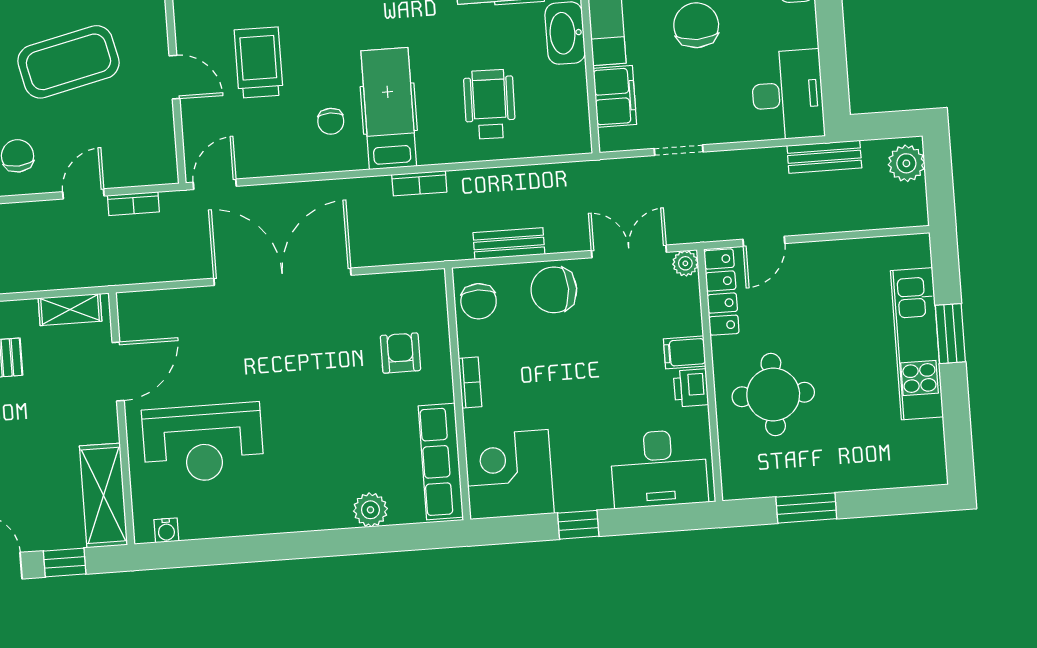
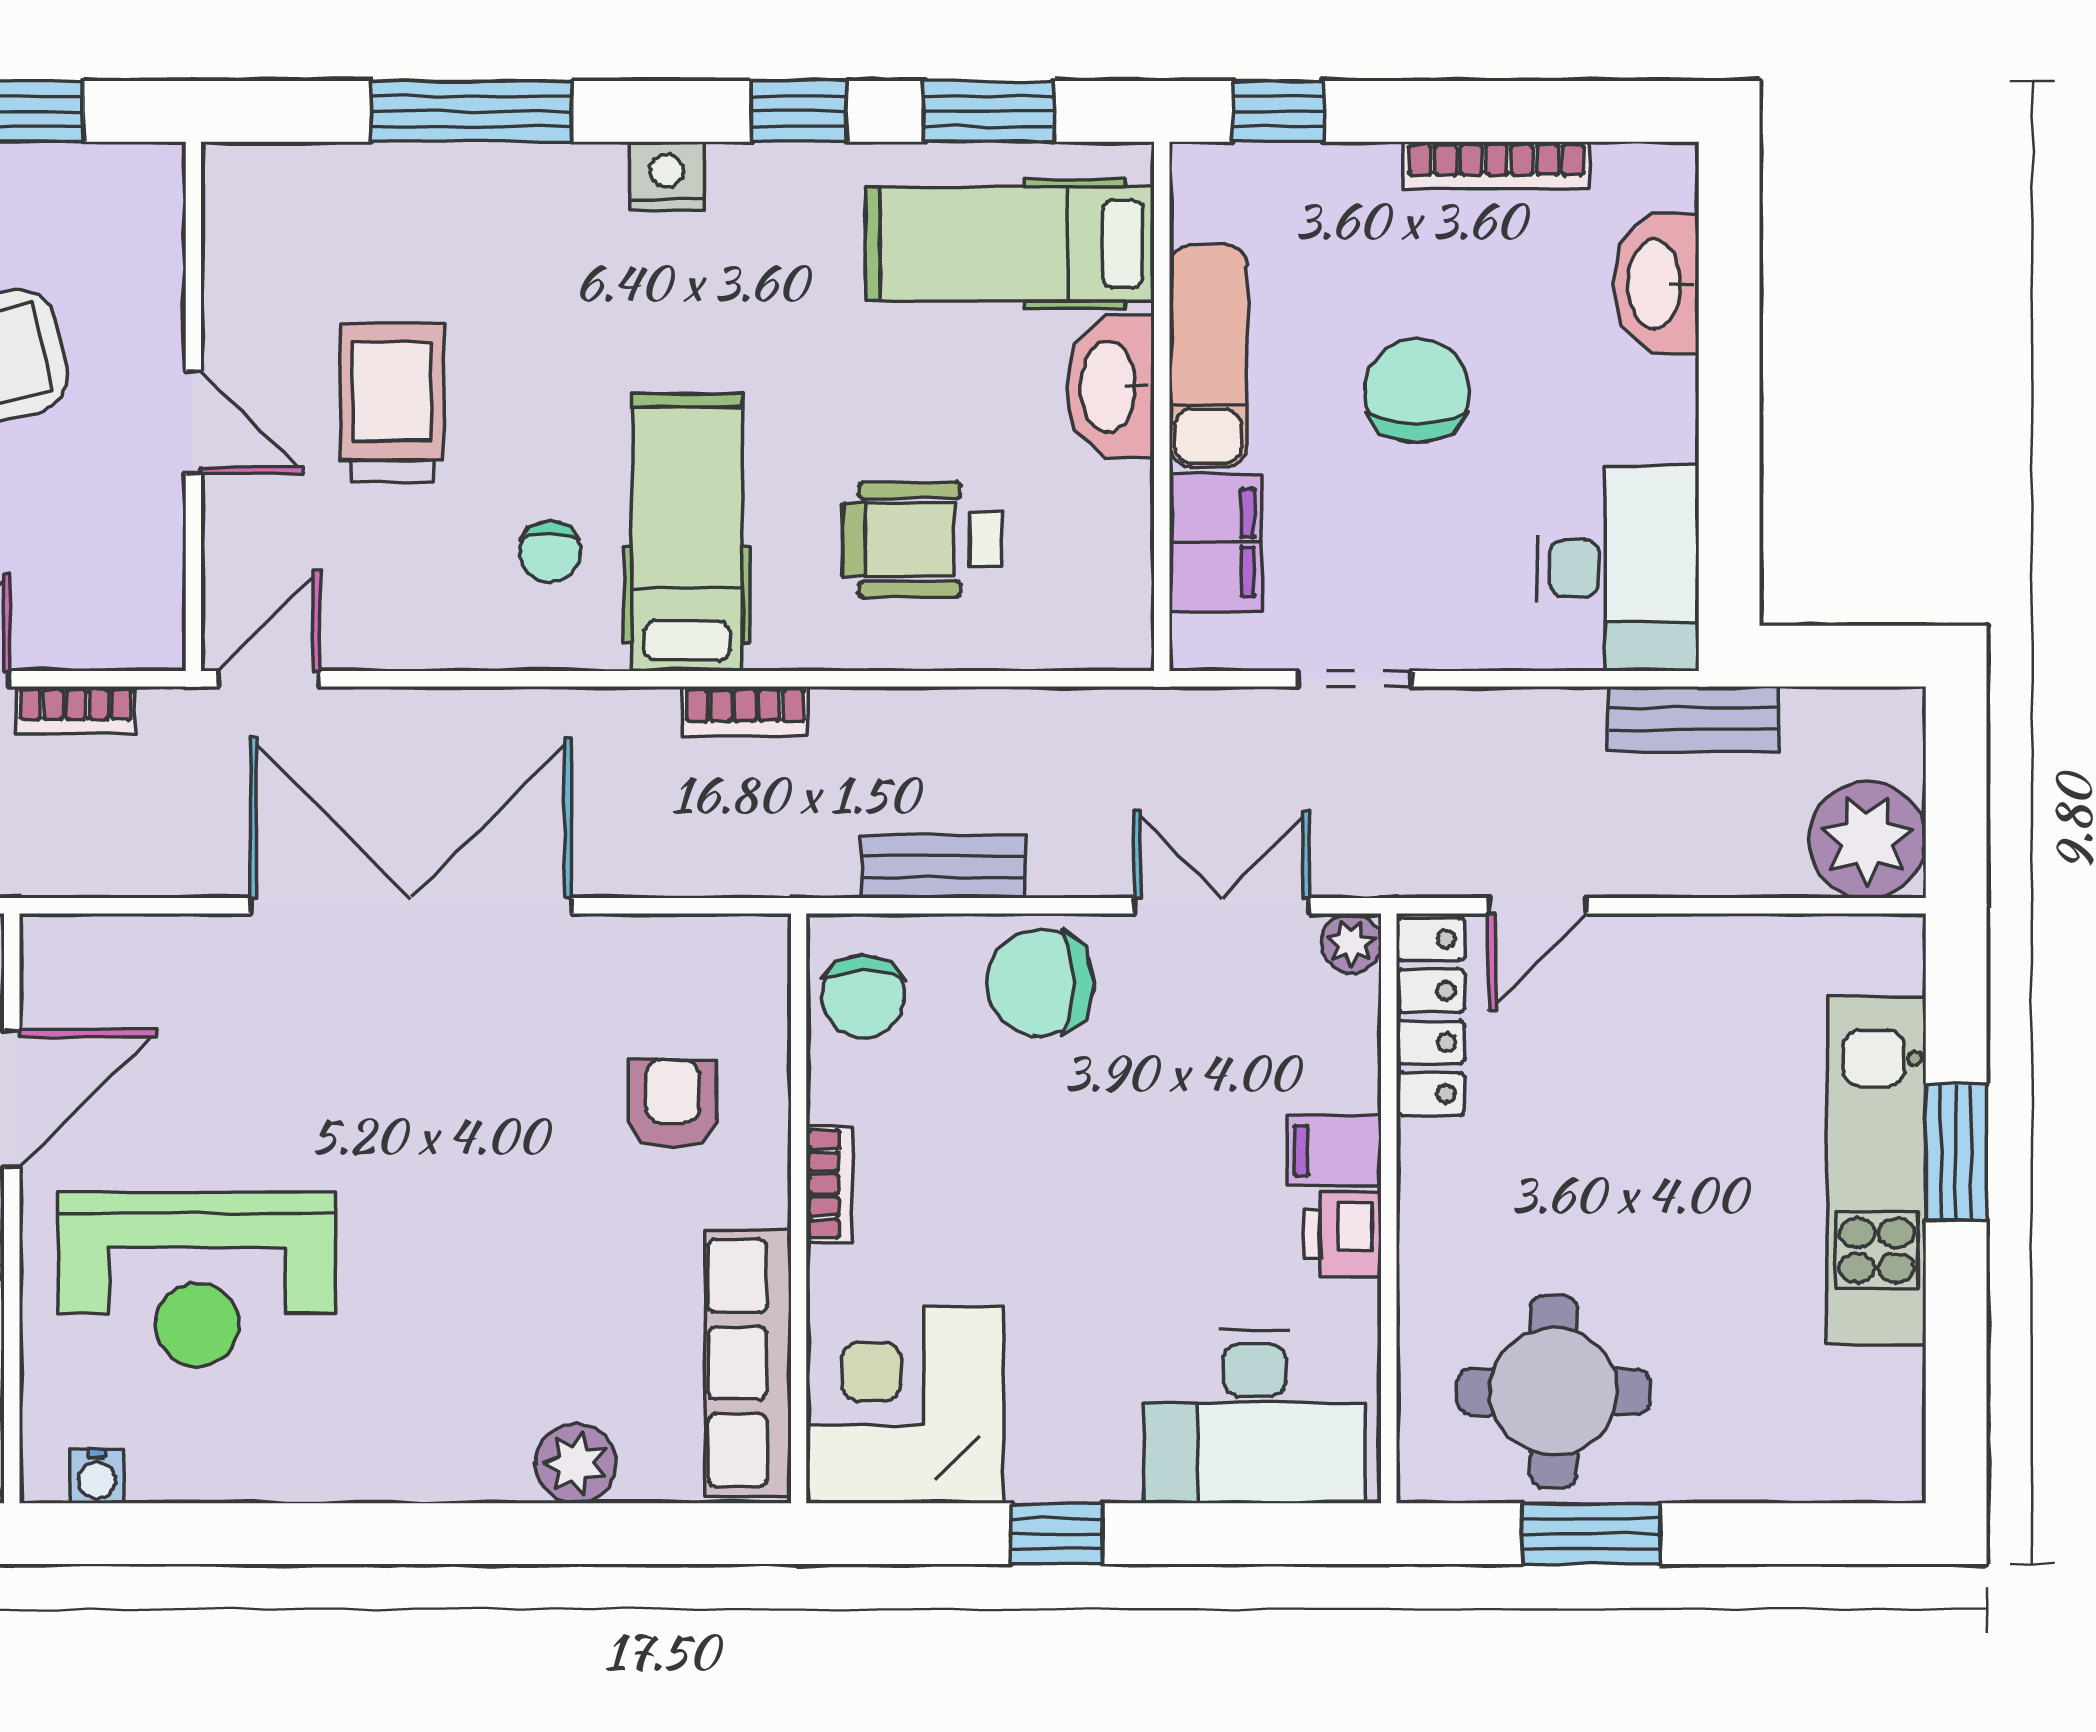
wheelchair: (490, 104) -> (922, 540), turned -91
plant: (906, 163) -> (1867, 840), moved, width x1.36, depth x1.36
round table: (773, 395) -> (1554, 1392), moved

